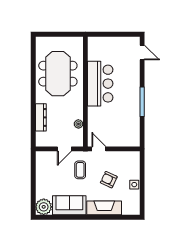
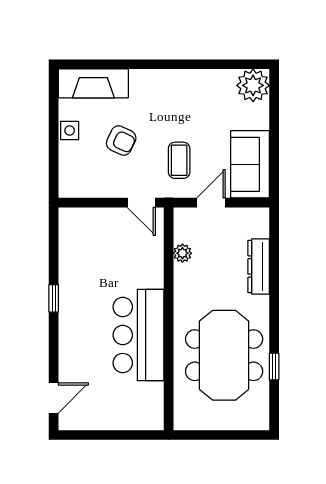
door: (142, 52) -> (54, 398), swing flipped
window: (33, 68) -> (274, 366), added
window: (142, 102) -> (54, 298), width x0.46
sofa: (69, 205) -> (250, 164), moved, turned 90
fireplace: (104, 208) -> (93, 83), moved

